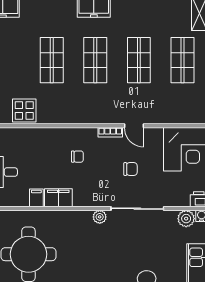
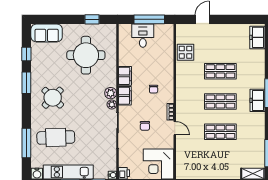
shop shelf: (182, 60) -> (220, 162), removed
door: (134, 126) -> (175, 128), swing flipped
filing cabinet: (36, 198) -> (125, 96), moved, width x2.00
plant: (186, 219) -> (111, 93), moved

